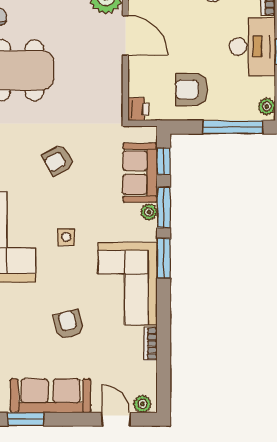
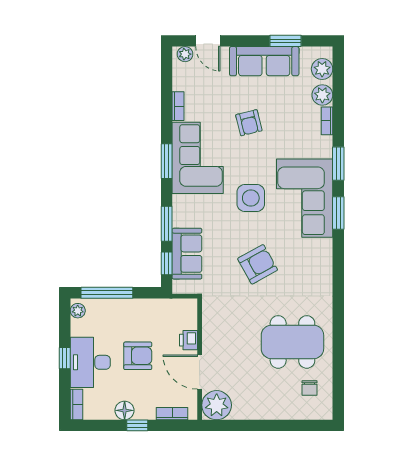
armchair: (192, 90) -> (138, 356), moved
printer: (138, 109) -> (189, 340), moved
armchair: (58, 160) -> (258, 264), width x1.38, depth x1.38
plant: (149, 212) -> (179, 220), removed
side table: (66, 237) -> (251, 198), width x1.87, depth x1.87
window: (164, 258) -> (167, 161), moved

